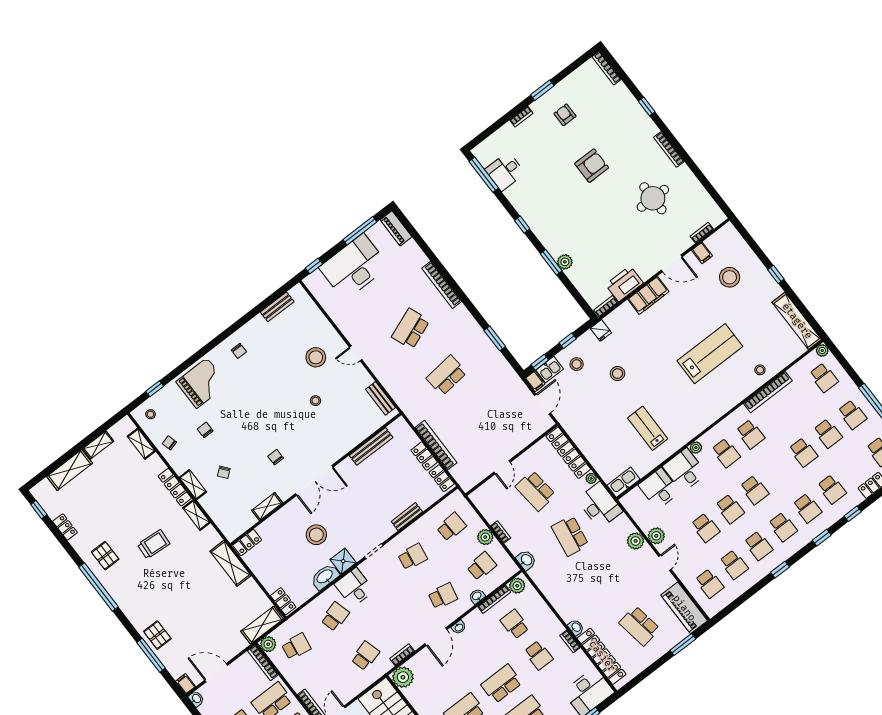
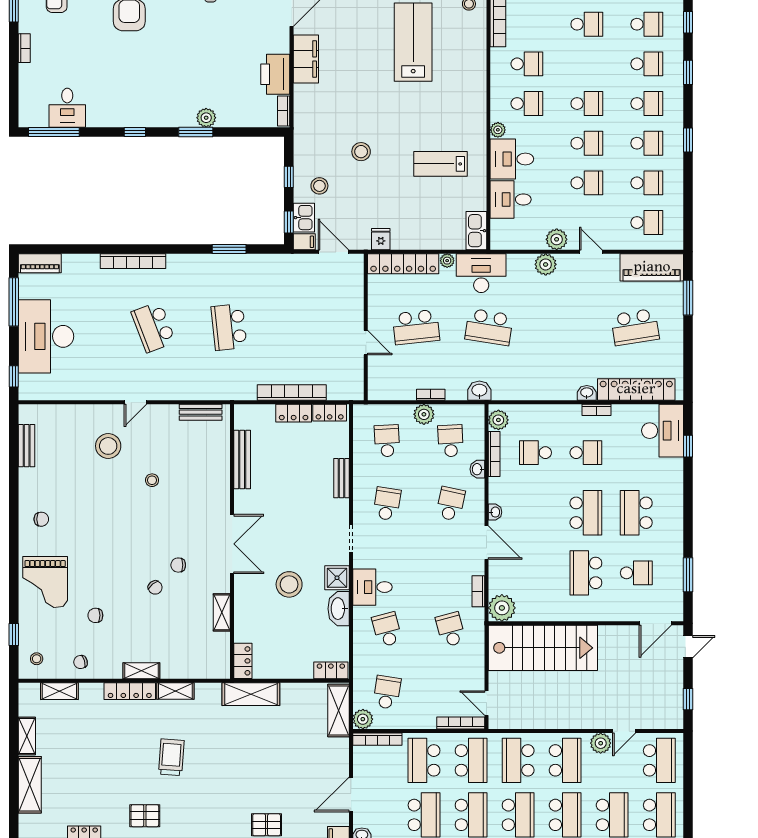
fridge: (601, 330) -> (381, 239), moved, turned -90
grand piano: (202, 383) -> (45, 582), turned 180
chair: (224, 472) -> (155, 587), moved
school desk: (502, 684) -> (586, 513), turned 180

